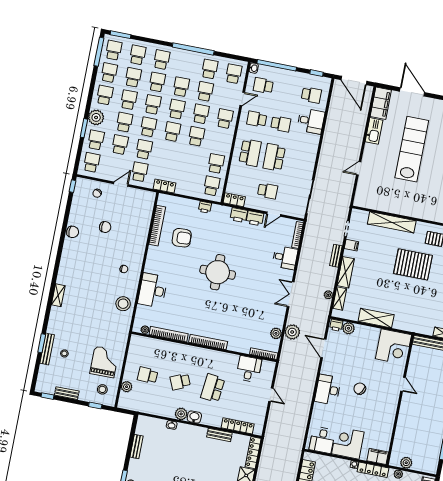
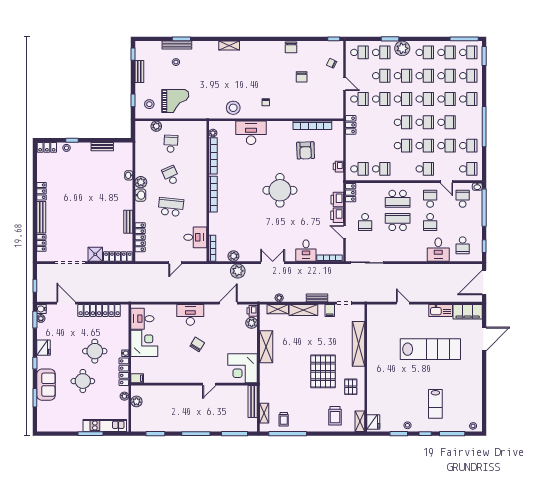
filing cabinet: (378, 456) -> (137, 378), width x0.50

